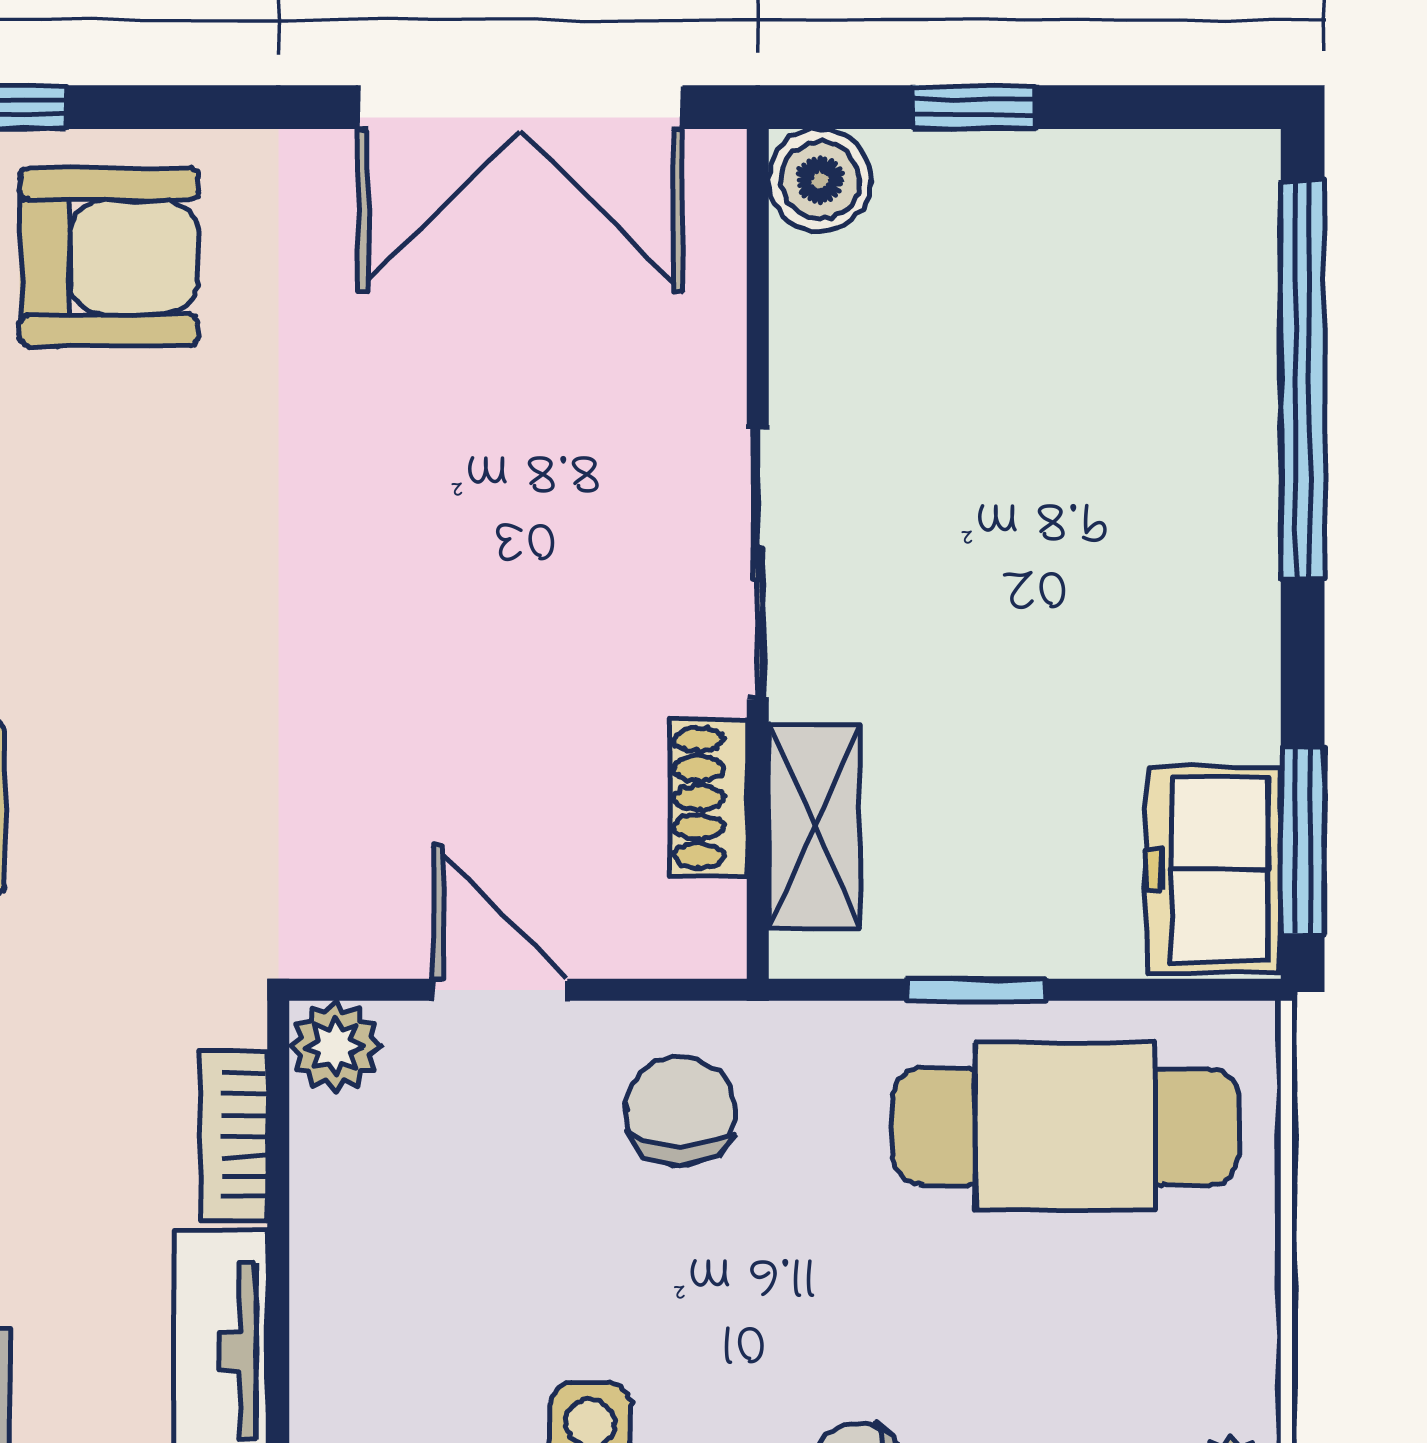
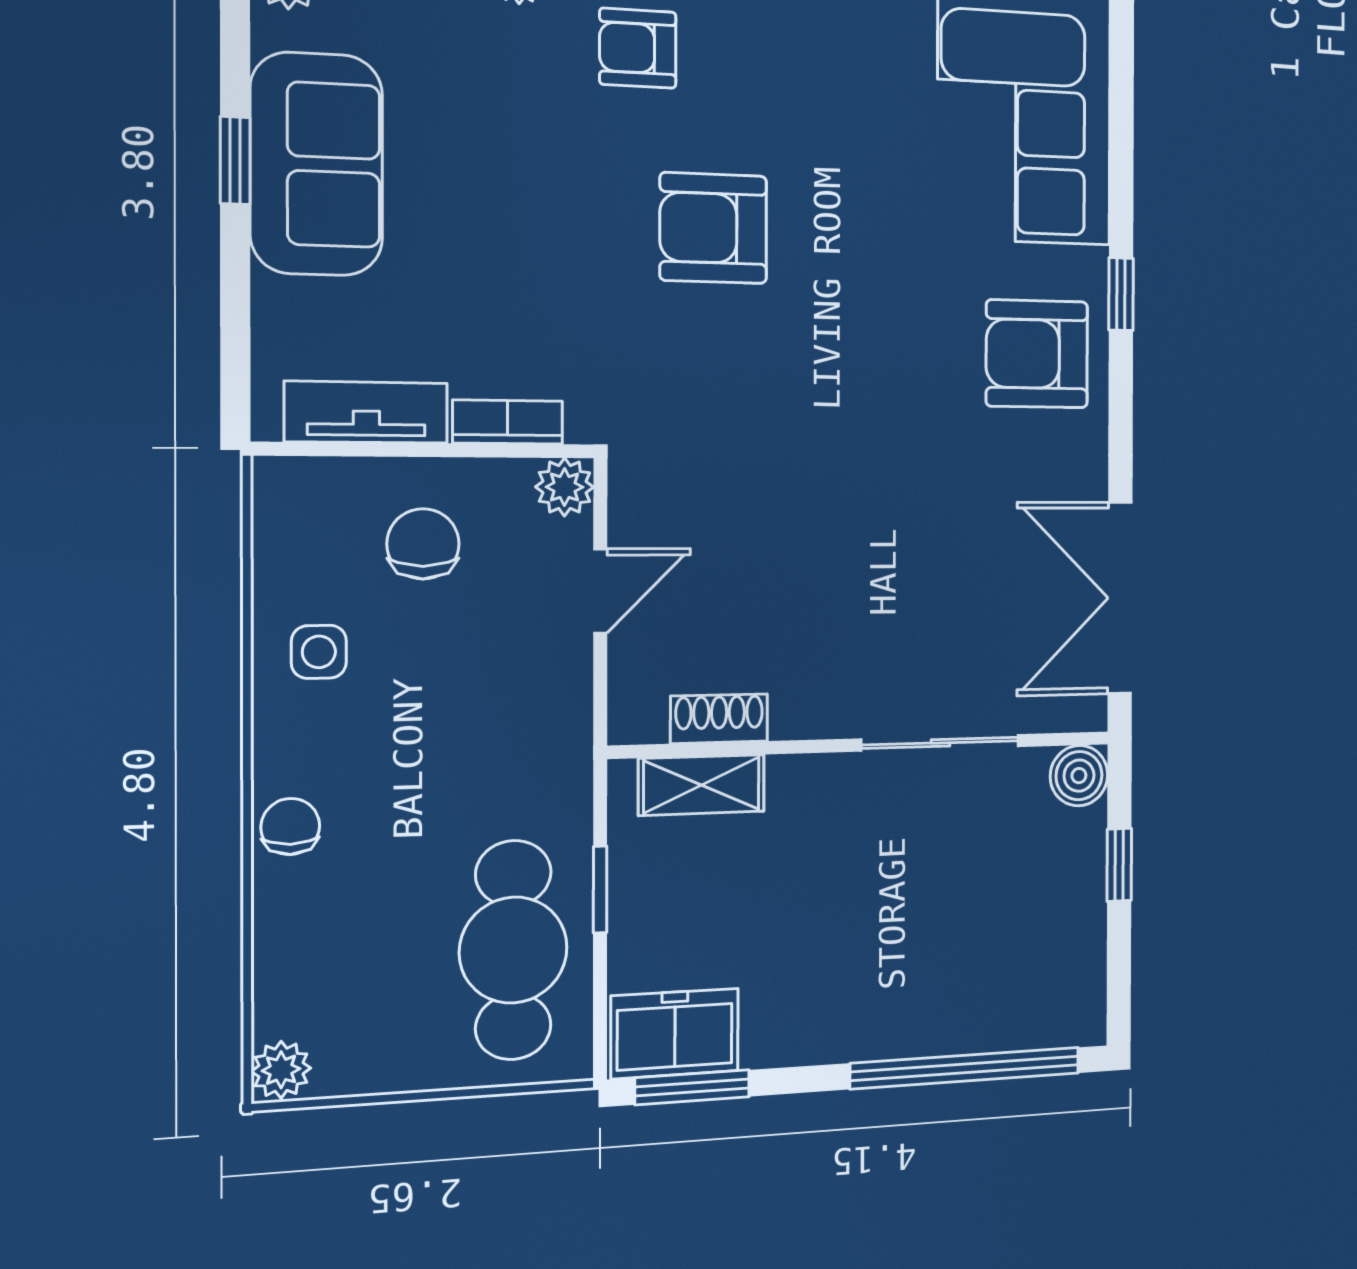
armchair: (109, 257) -> (1037, 354), turned 90
sliding door: (758, 563) -> (941, 743), moved
chair: (680, 1111) -> (423, 544), moved, turned -90

